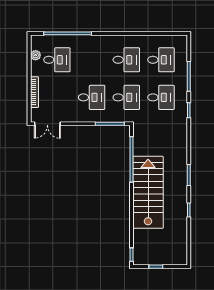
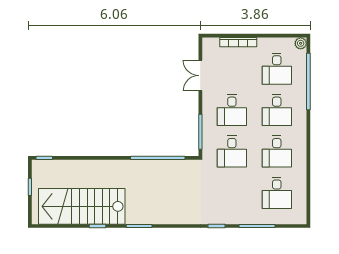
plant: (36, 55) -> (301, 43), moved
desk: (161, 97) -> (277, 110), moved
double door: (47, 124) -> (200, 76), moved
stairs: (148, 192) -> (82, 206), moved, turned 180

